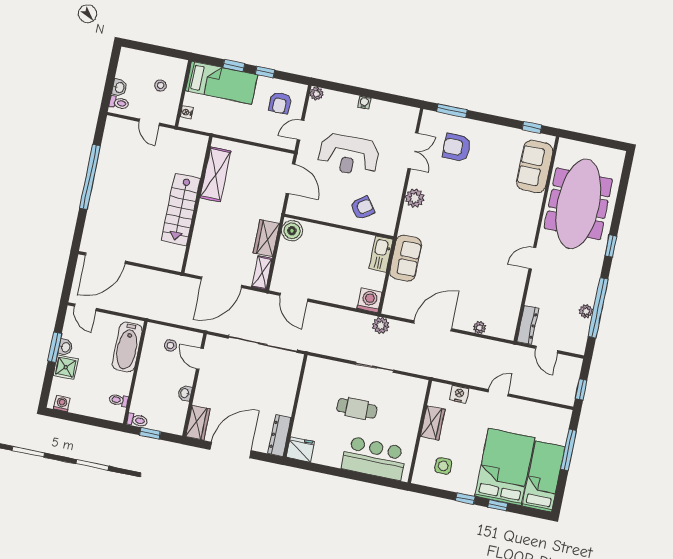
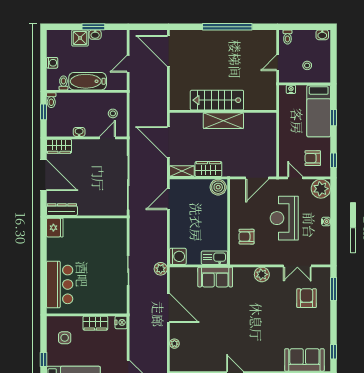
window: (265, 72) -> (333, 160), moved
washbasin: (119, 88) -> (322, 35), moved
plant: (317, 94) -> (321, 189), width x1.88, depth x1.88
shelving: (215, 174) -> (223, 121), moved
armchair: (362, 208) -> (246, 237), turned 125
door: (85, 307) -> (128, 64), moved
bathtub: (127, 347) -> (88, 81), moved
nightstand: (459, 394) -> (121, 322), moved
washing machine: (62, 404) -> (52, 63), moved
cafe table: (357, 408) -> (94, 264), removed

